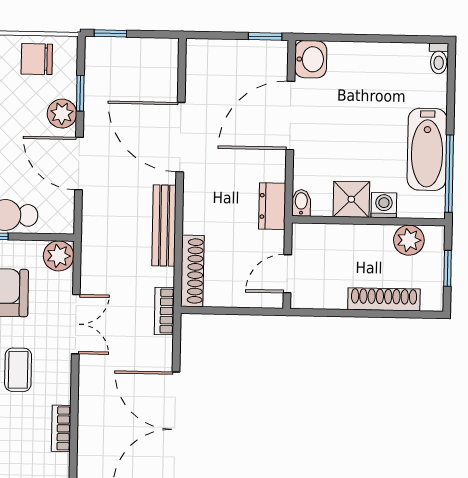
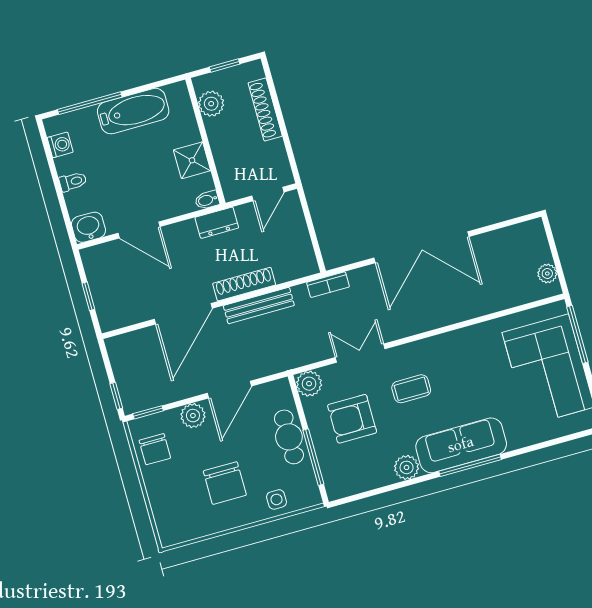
window: (265, 36) -> (88, 296), moved
toilet: (439, 58) -> (73, 182), moved
window: (80, 93) -> (148, 412), moved
door: (290, 116) -> (139, 230), width x0.73
window: (449, 174) -> (90, 103), moved
washing machine: (384, 205) -> (60, 145), moved, turned 180
shoe rack: (192, 271) -> (244, 284), moved
door: (287, 274) -> (268, 194), hinge flipped
bookcase: (61, 428) -> (448, 340), removed

